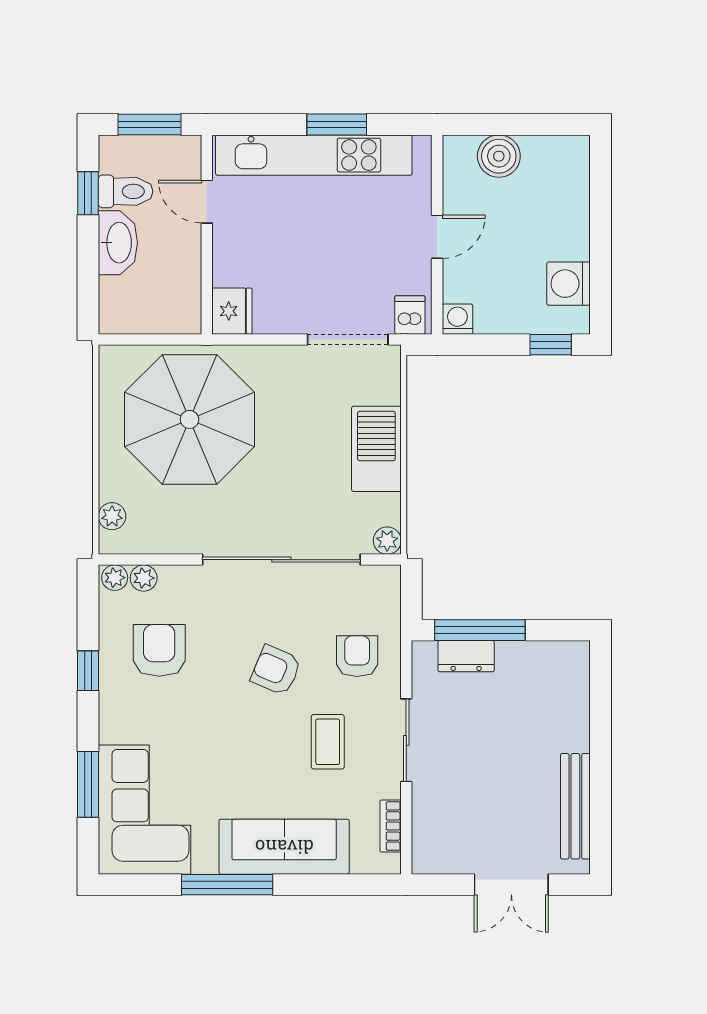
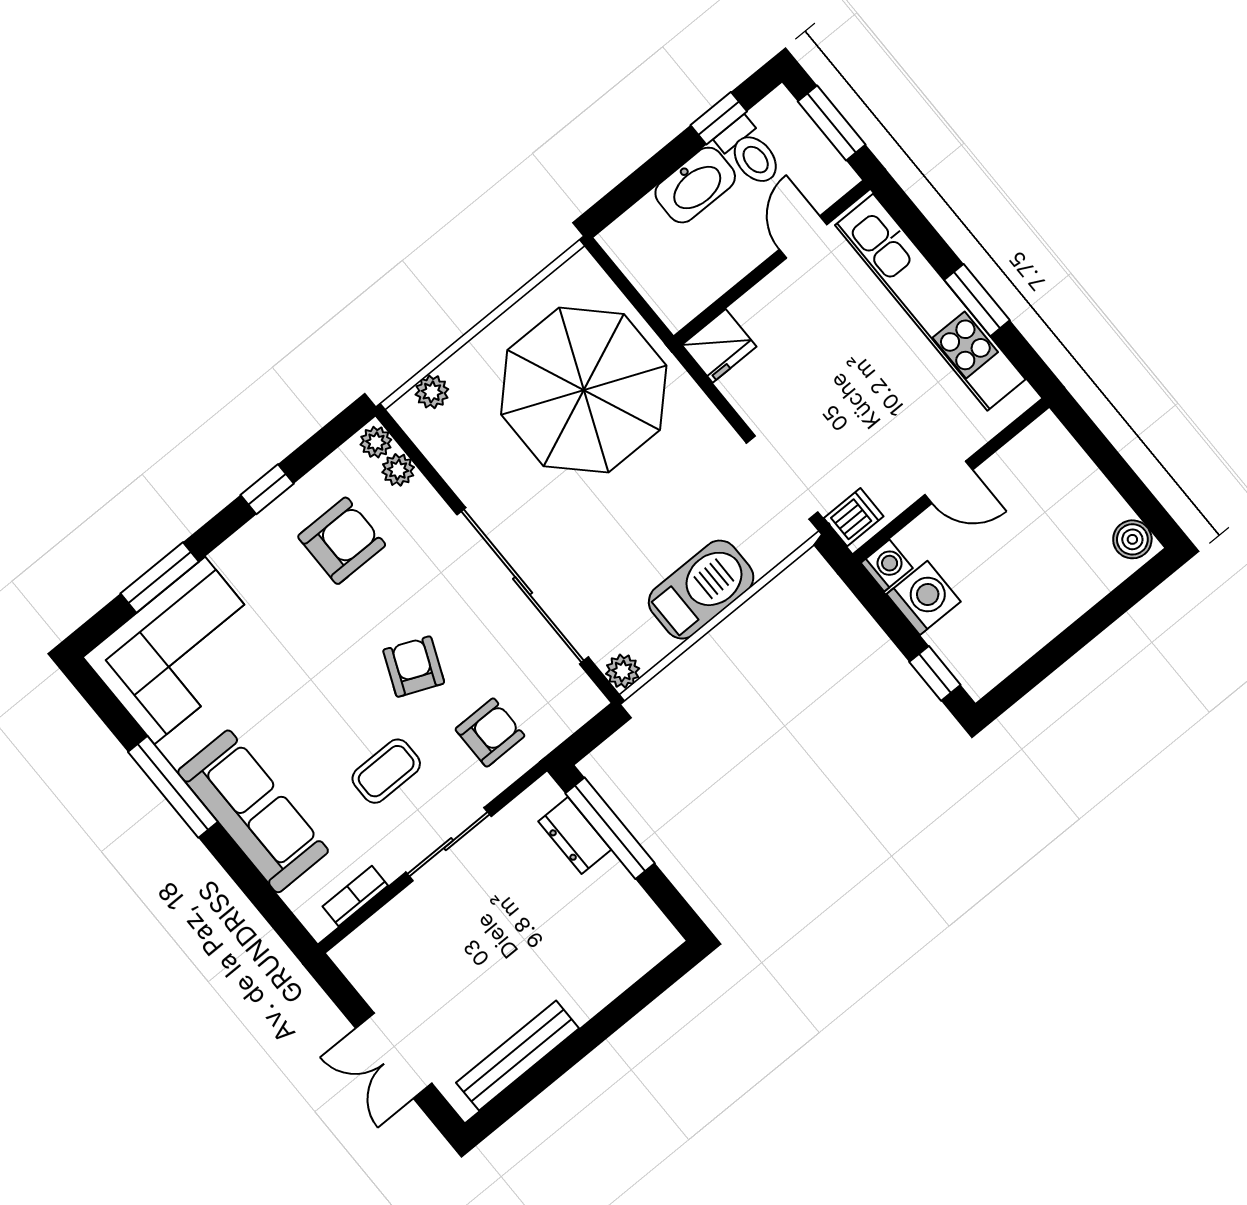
boiler: (499, 156) -> (1132, 539), moved, width x0.73, depth x0.73
washing machine: (569, 284) -> (924, 598), moved, turned 90

